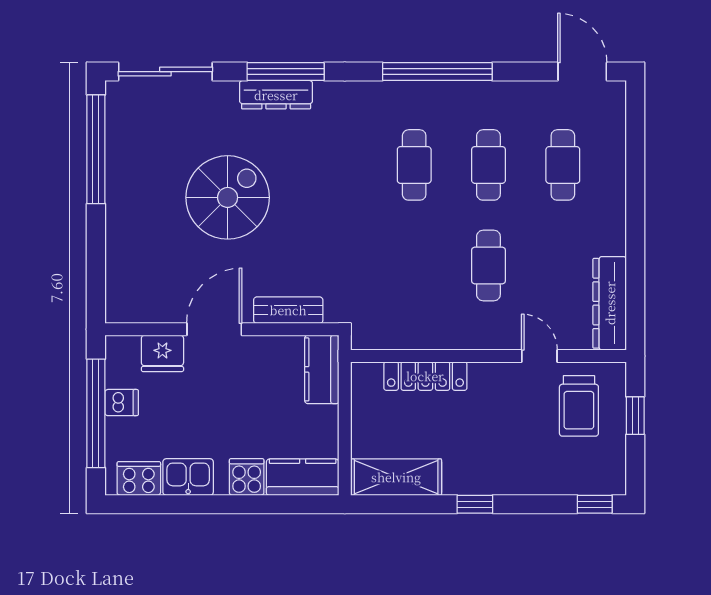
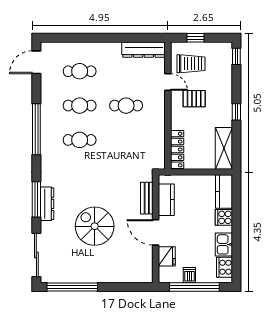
door: (539, 356) -> (168, 82), swing flipped
kitchen counter: (322, 369) -> (166, 200), moved, turned -90
locker: (425, 376) -> (177, 149), moved
pallet: (504, 413) -> (194, 99), added

